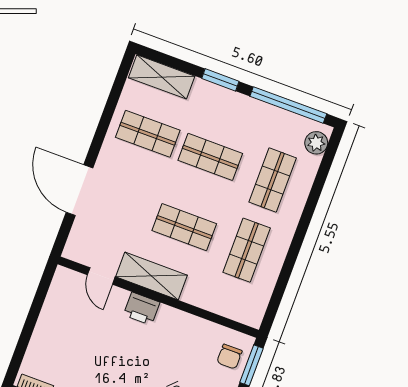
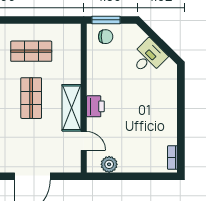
door: (101, 276) -> (84, 141), hinge flipped
plant: (58, 298) -> (109, 164), added

